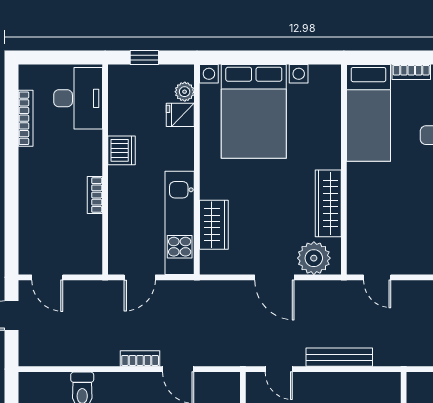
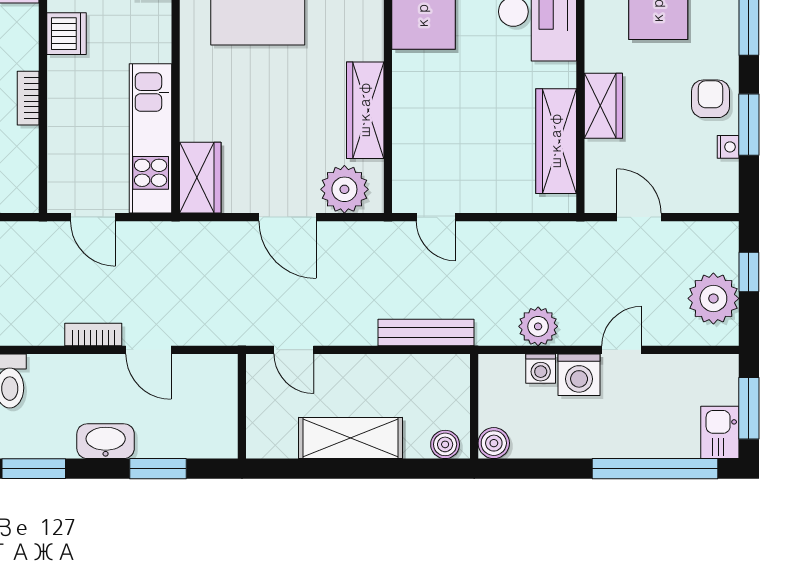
wardrobe: (214, 225) -> (200, 178), moved
door: (140, 277) -> (93, 217), hinge flipped
bench: (339, 357) -> (426, 333), moved

